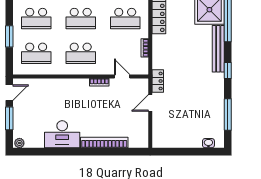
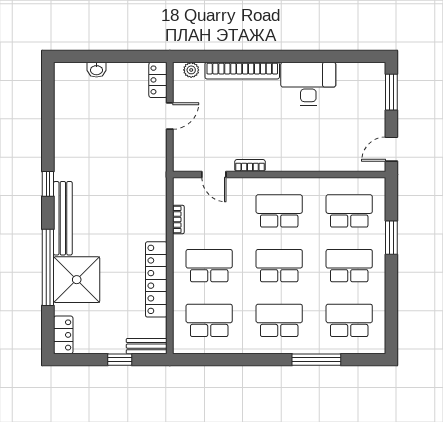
locker: (158, 81) -> (158, 80), moved
door: (150, 103) -> (170, 116), moved
window: (228, 115) -> (48, 115), removed
window: (9, 118) -> (391, 92), moved
plant: (19, 143) -> (191, 70), moved
washbasin: (208, 143) -> (96, 70), moved

